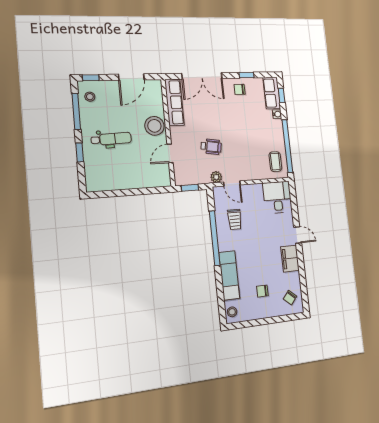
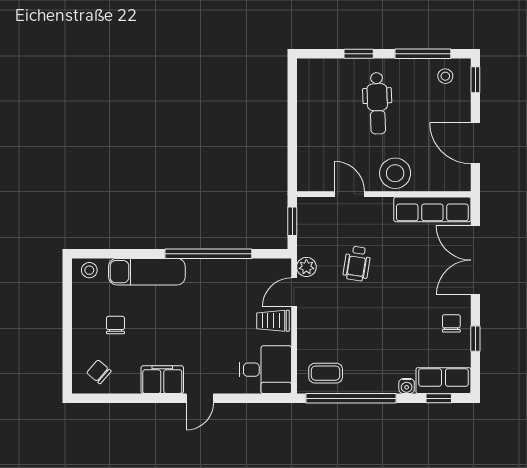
trolley: (235, 219) -> (273, 321), moved

